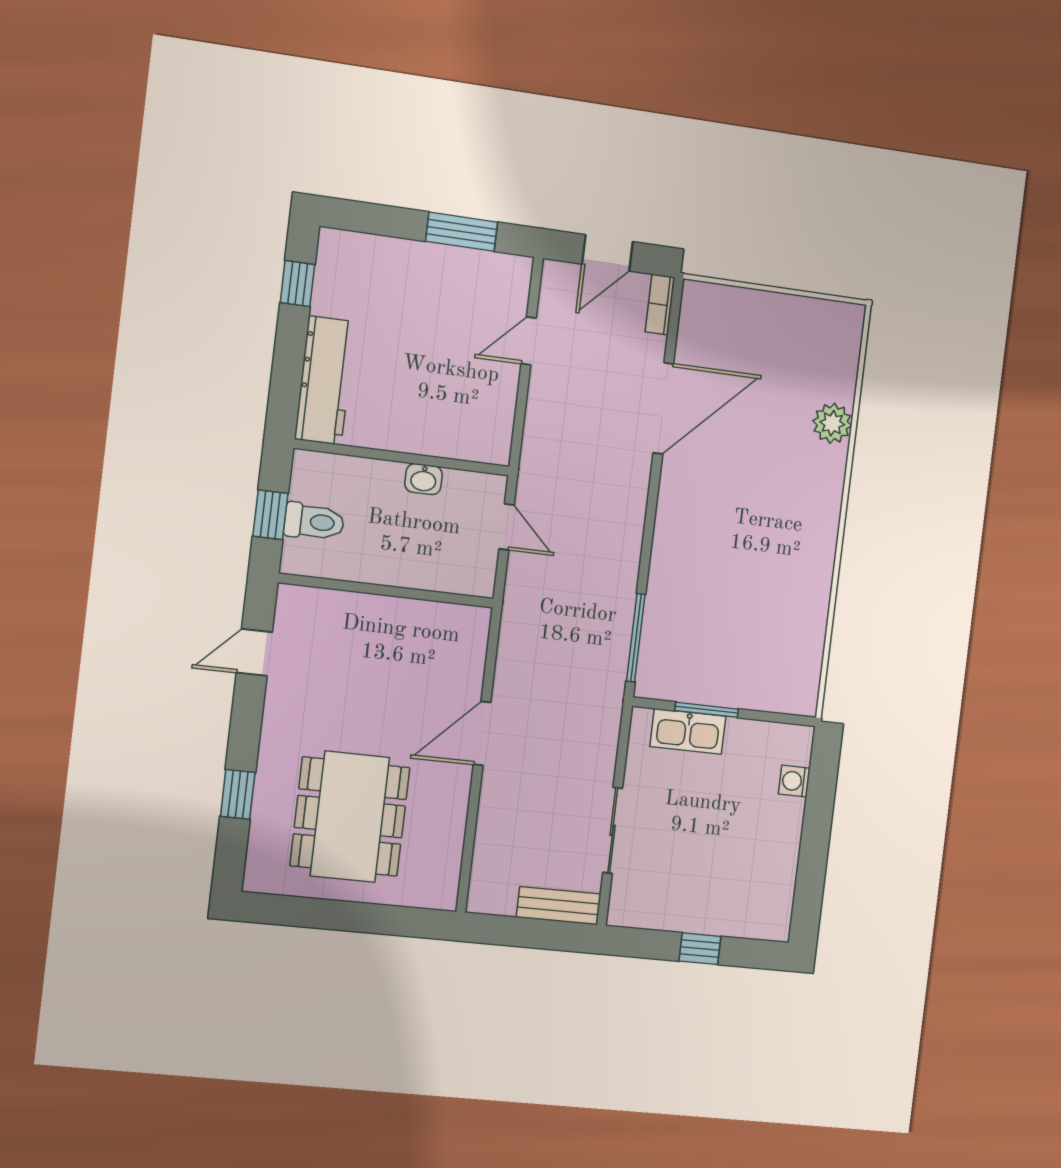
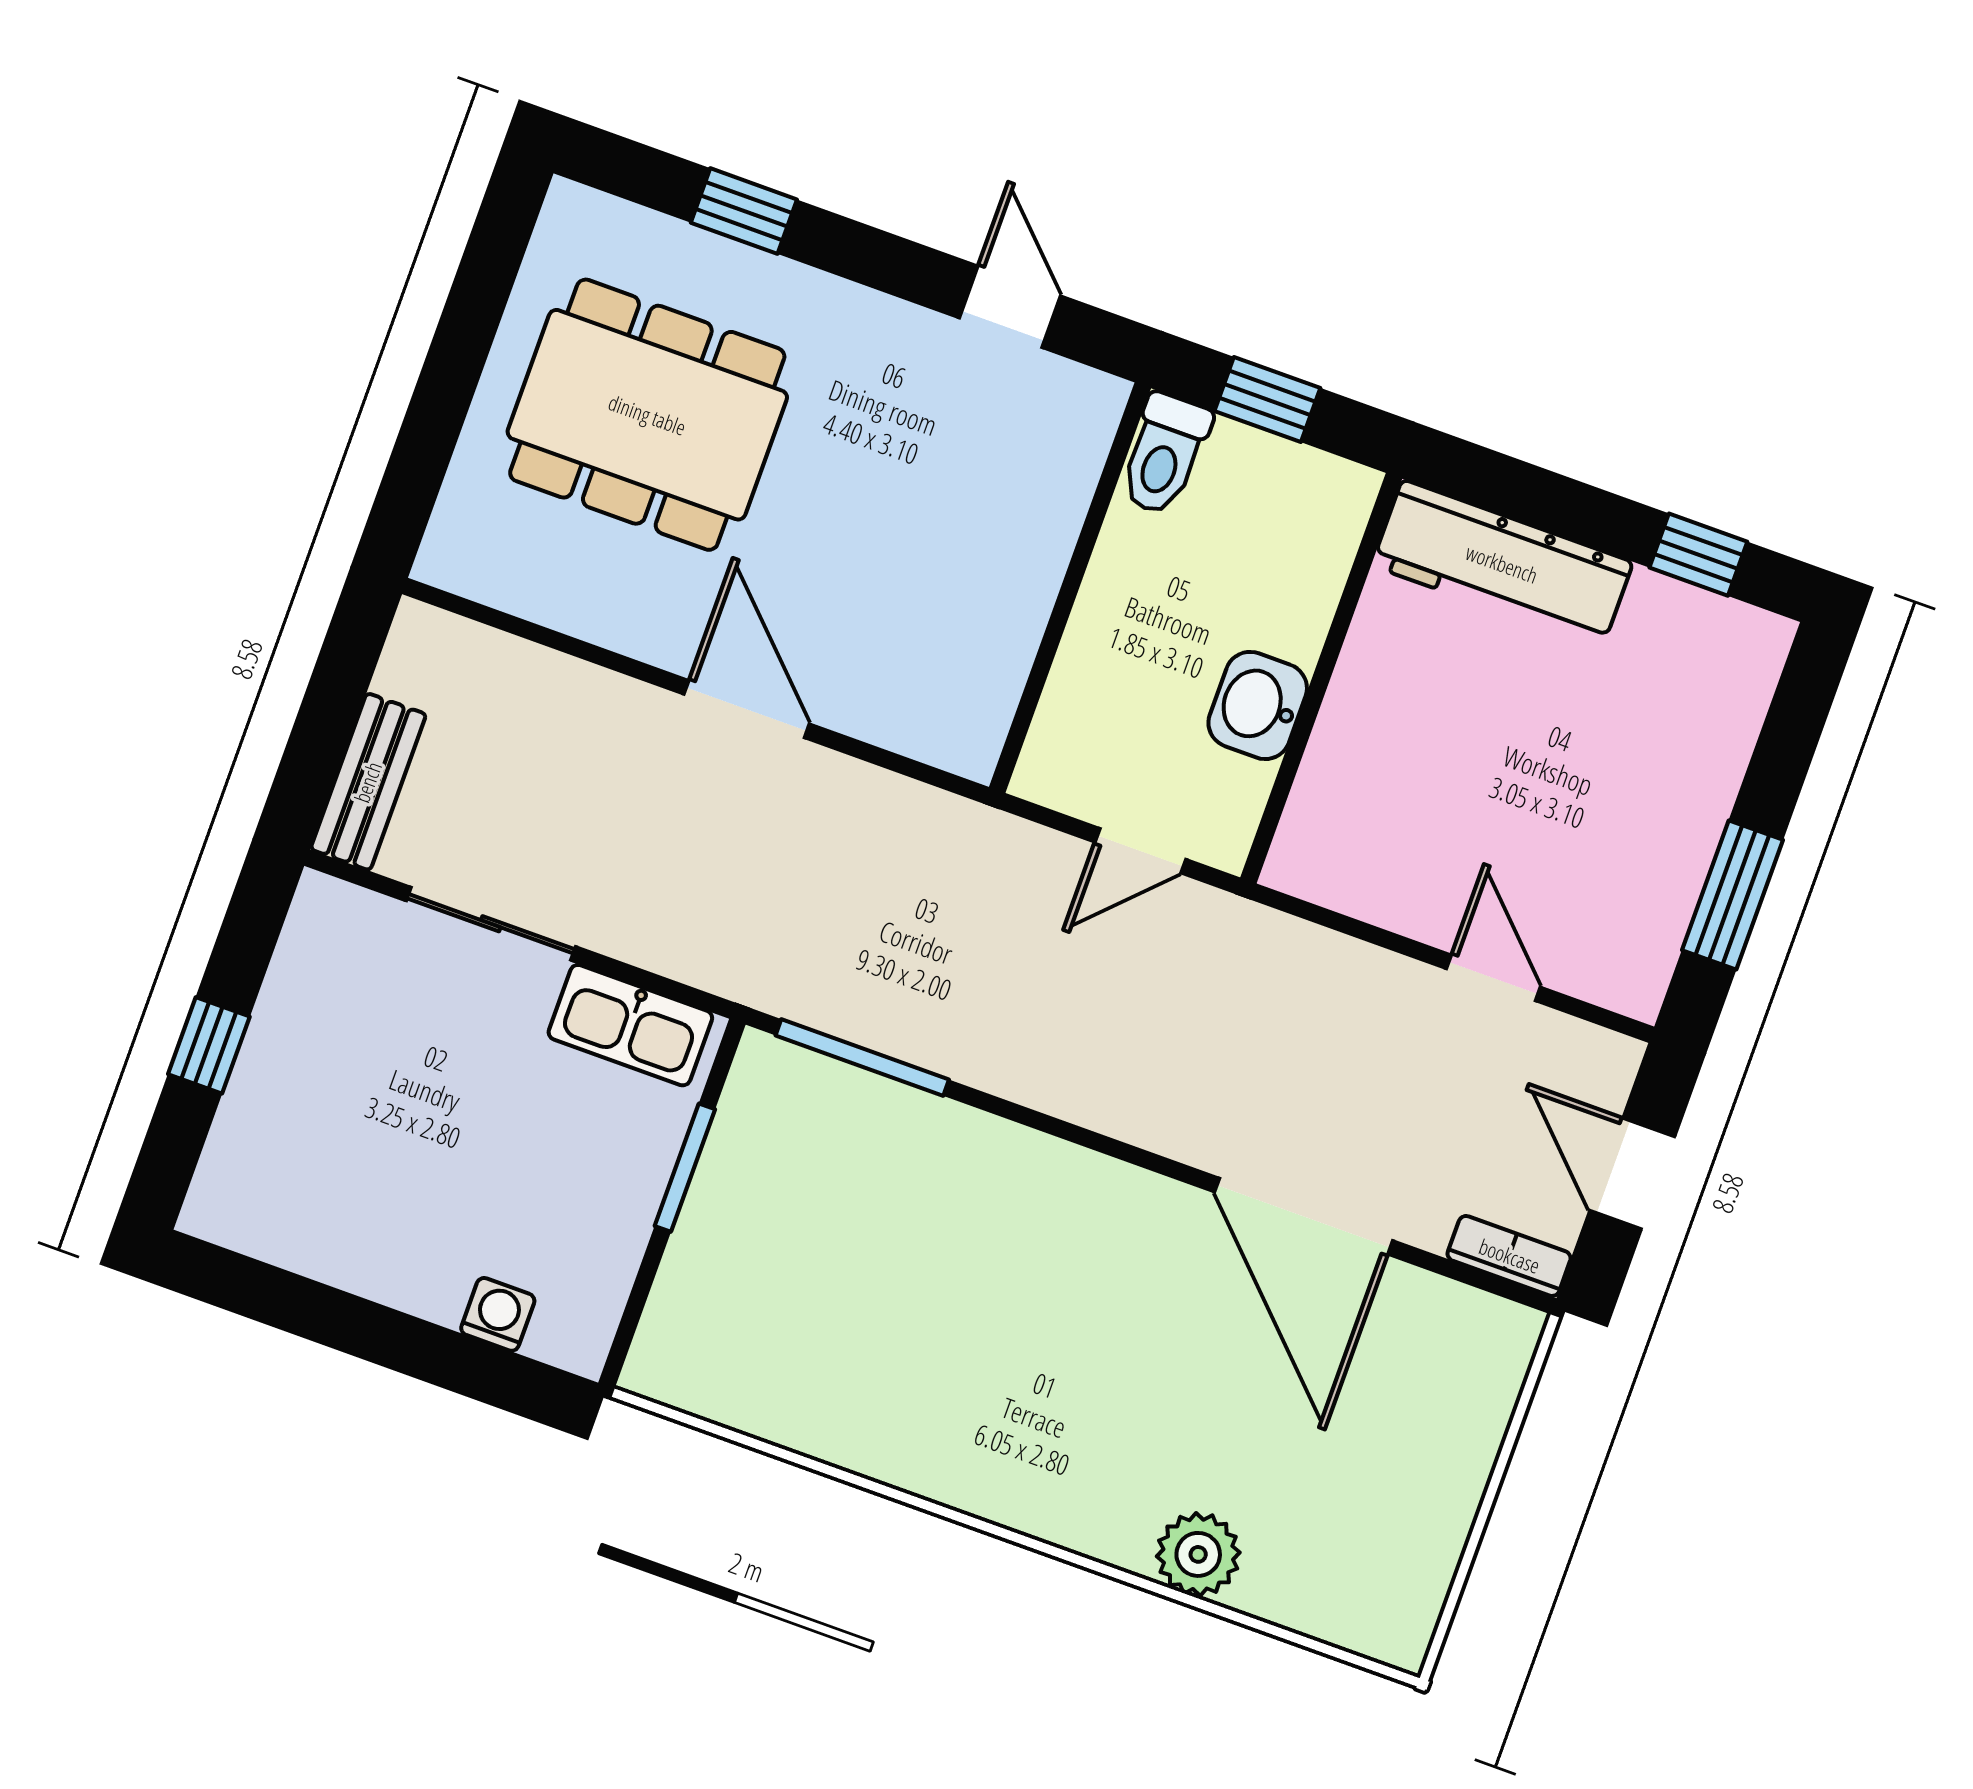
washbasin: (424, 479) -> (1258, 705), width x1.38, depth x1.45
toilet: (314, 522) -> (1164, 454), moved
kitchen sink: (688, 731) -> (630, 1025), moved, turned -90

